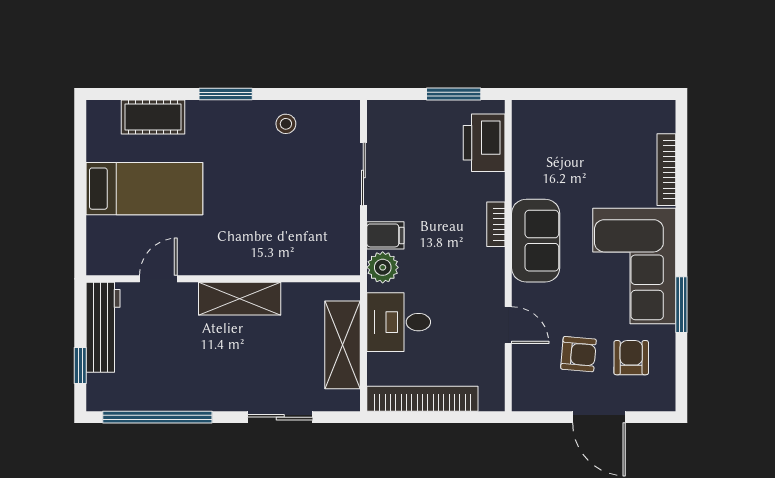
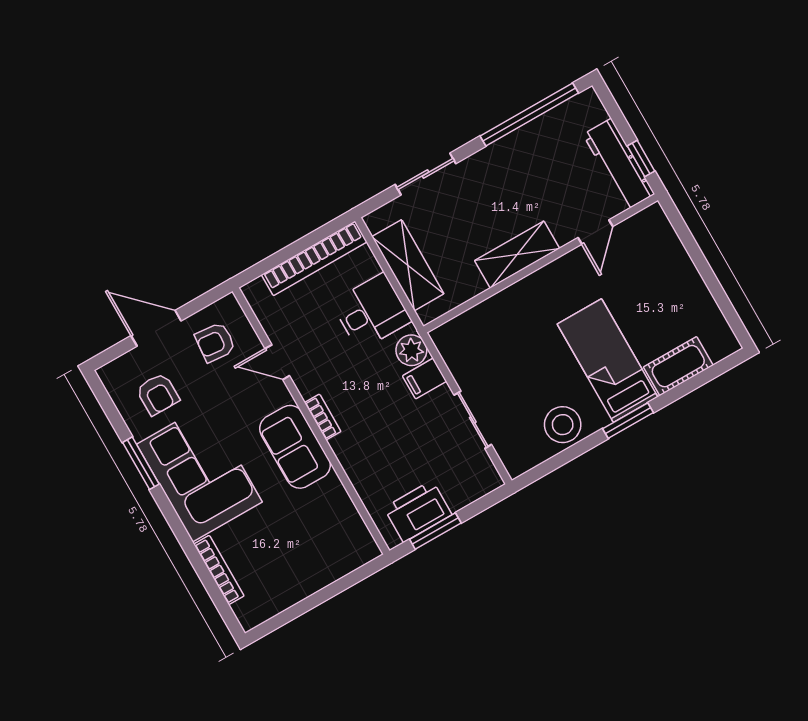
stool: (286, 124) -> (563, 425), width x1.89, depth x1.89
printer: (484, 143) -> (418, 511), moved, turned -90
bed: (144, 189) -> (608, 360), moved, turned 90
bookcase: (496, 224) -> (323, 417), moved
armchair: (578, 354) -> (215, 342), moved
window: (80, 366) -> (641, 158), moved

